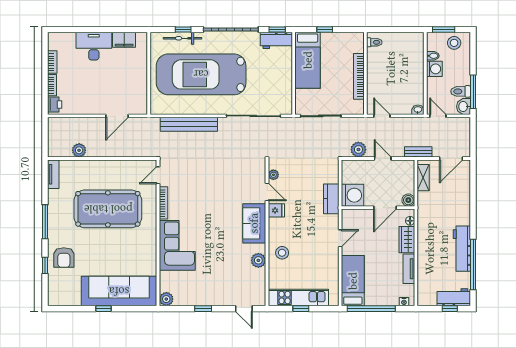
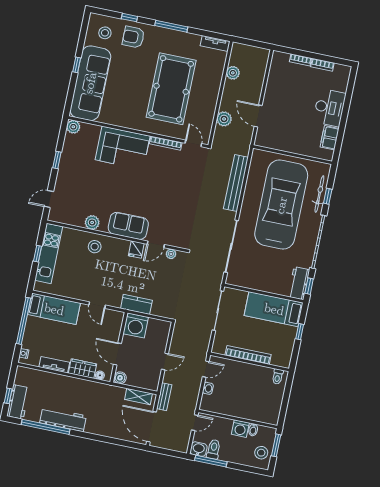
printer: (55, 104) -> (281, 59), removed
washbasin: (418, 110) -> (208, 388), moved
plant: (358, 150) -> (224, 119), moved
door: (451, 158) -> (151, 427), width x1.36
stool: (65, 287) -> (105, 33), added

